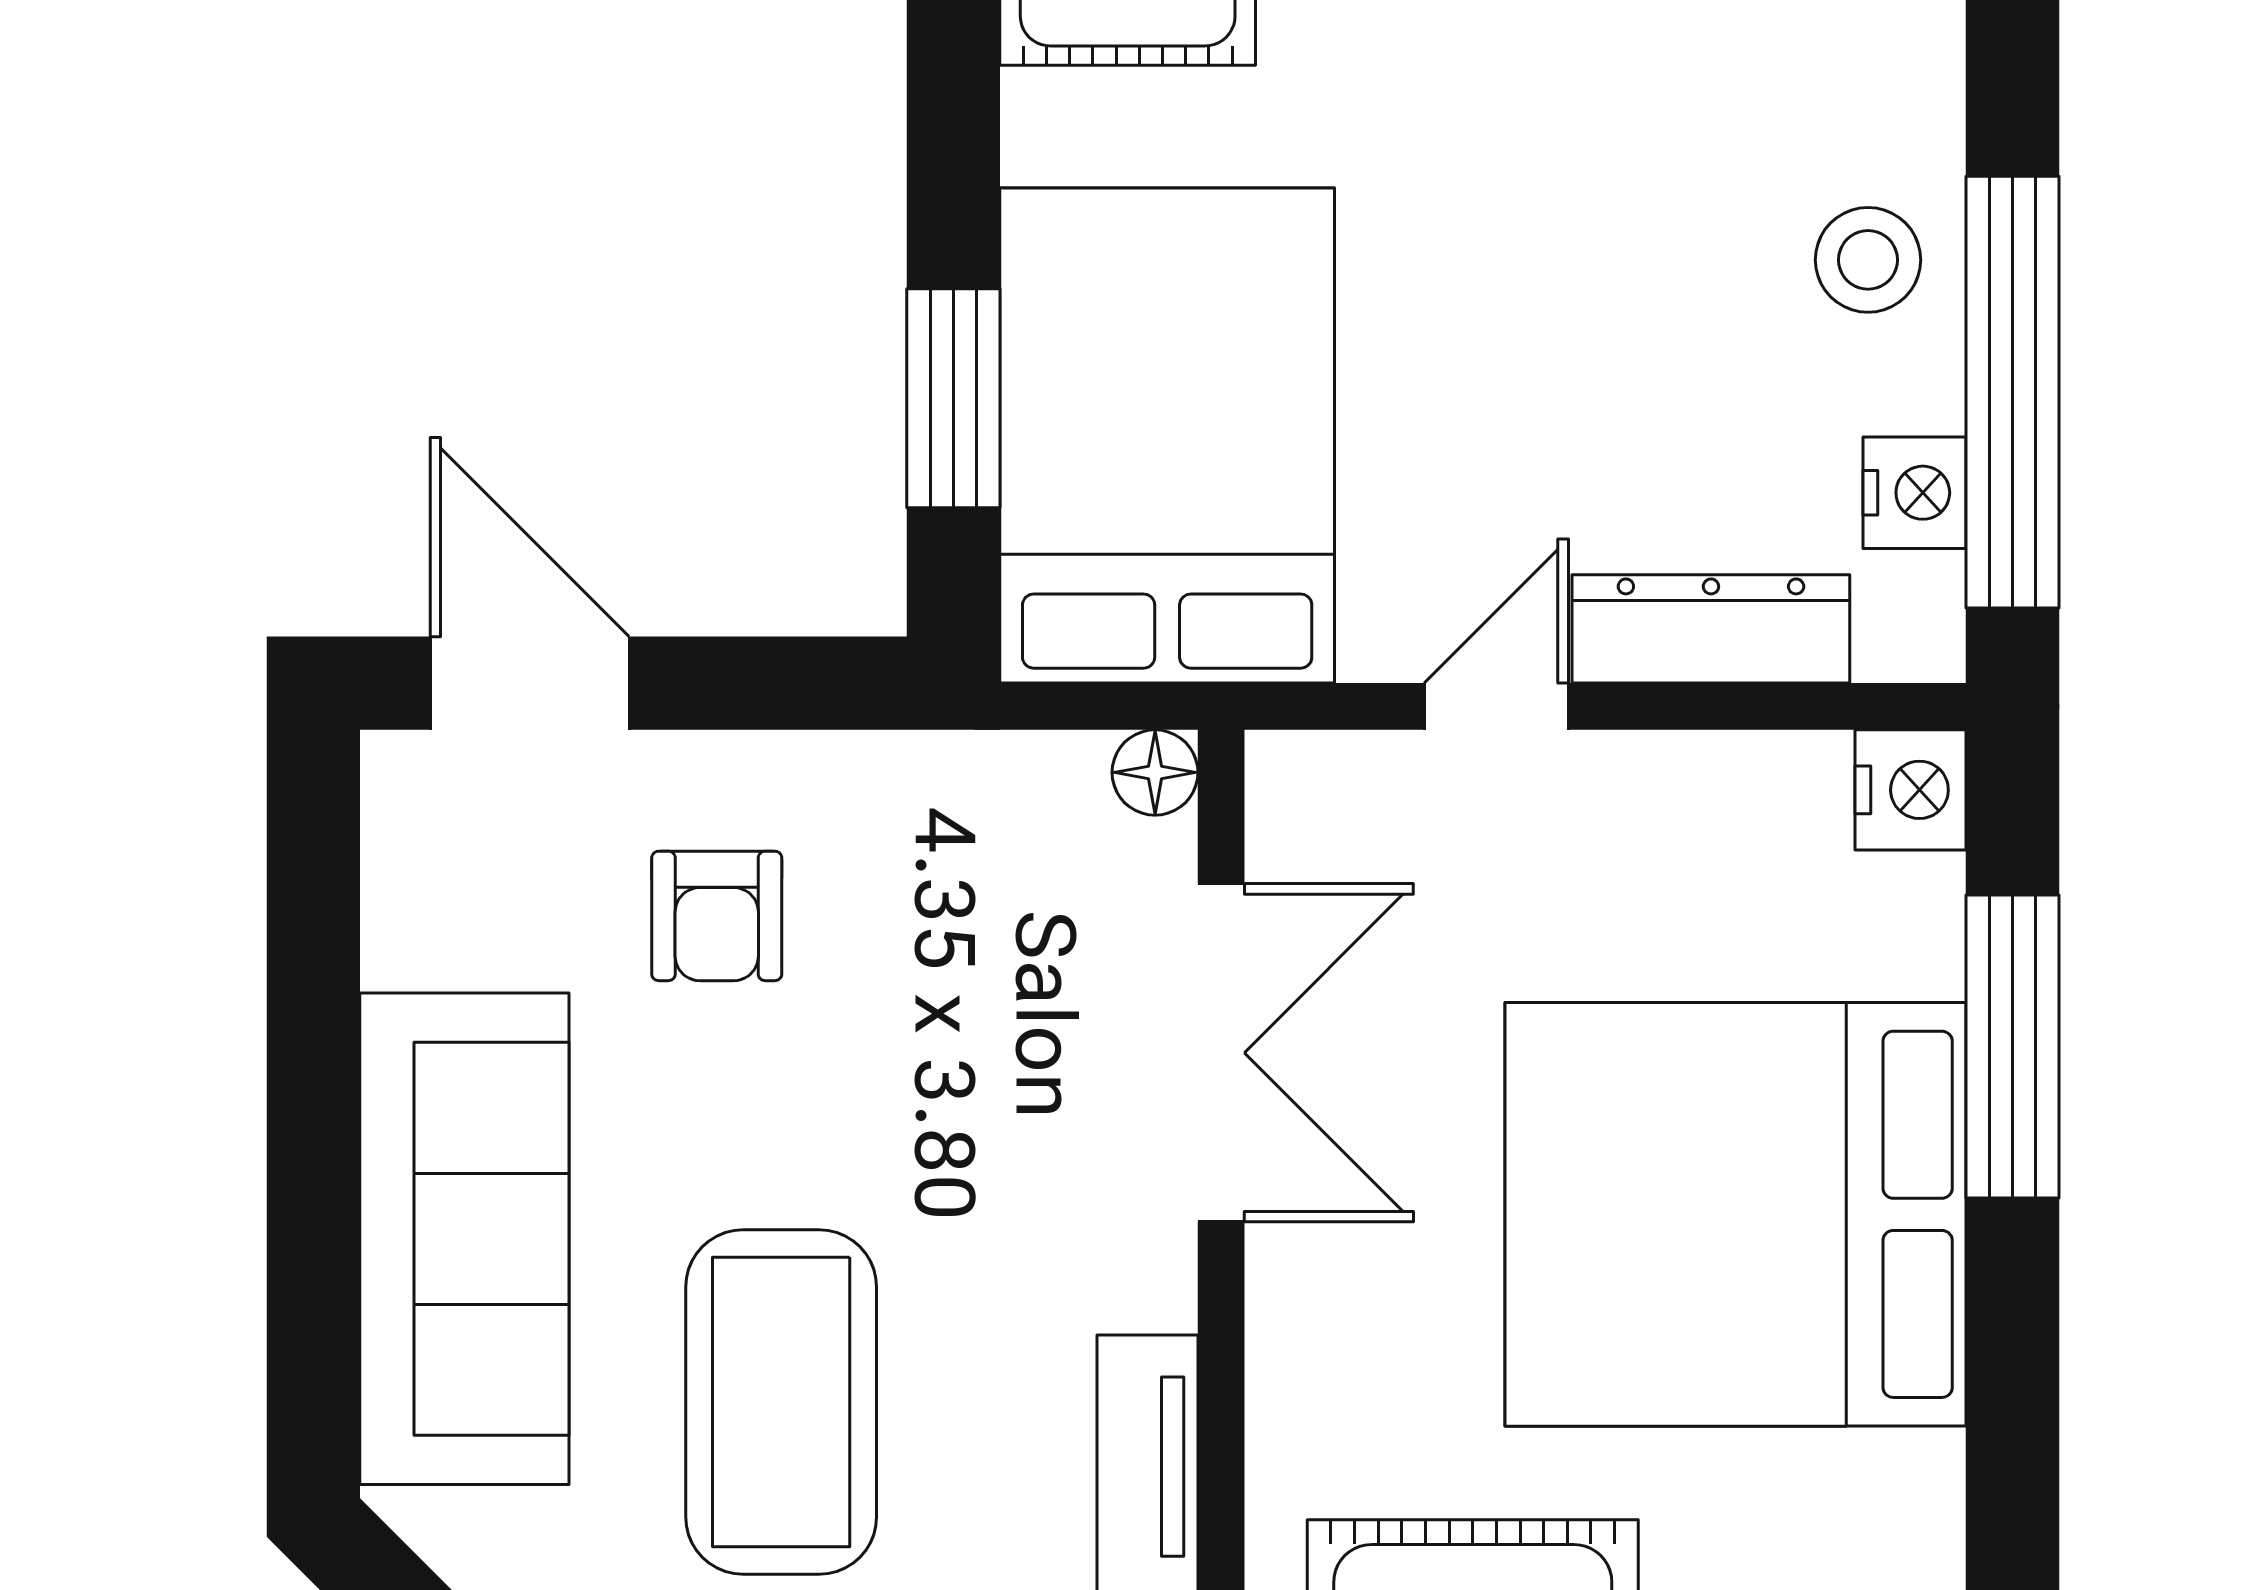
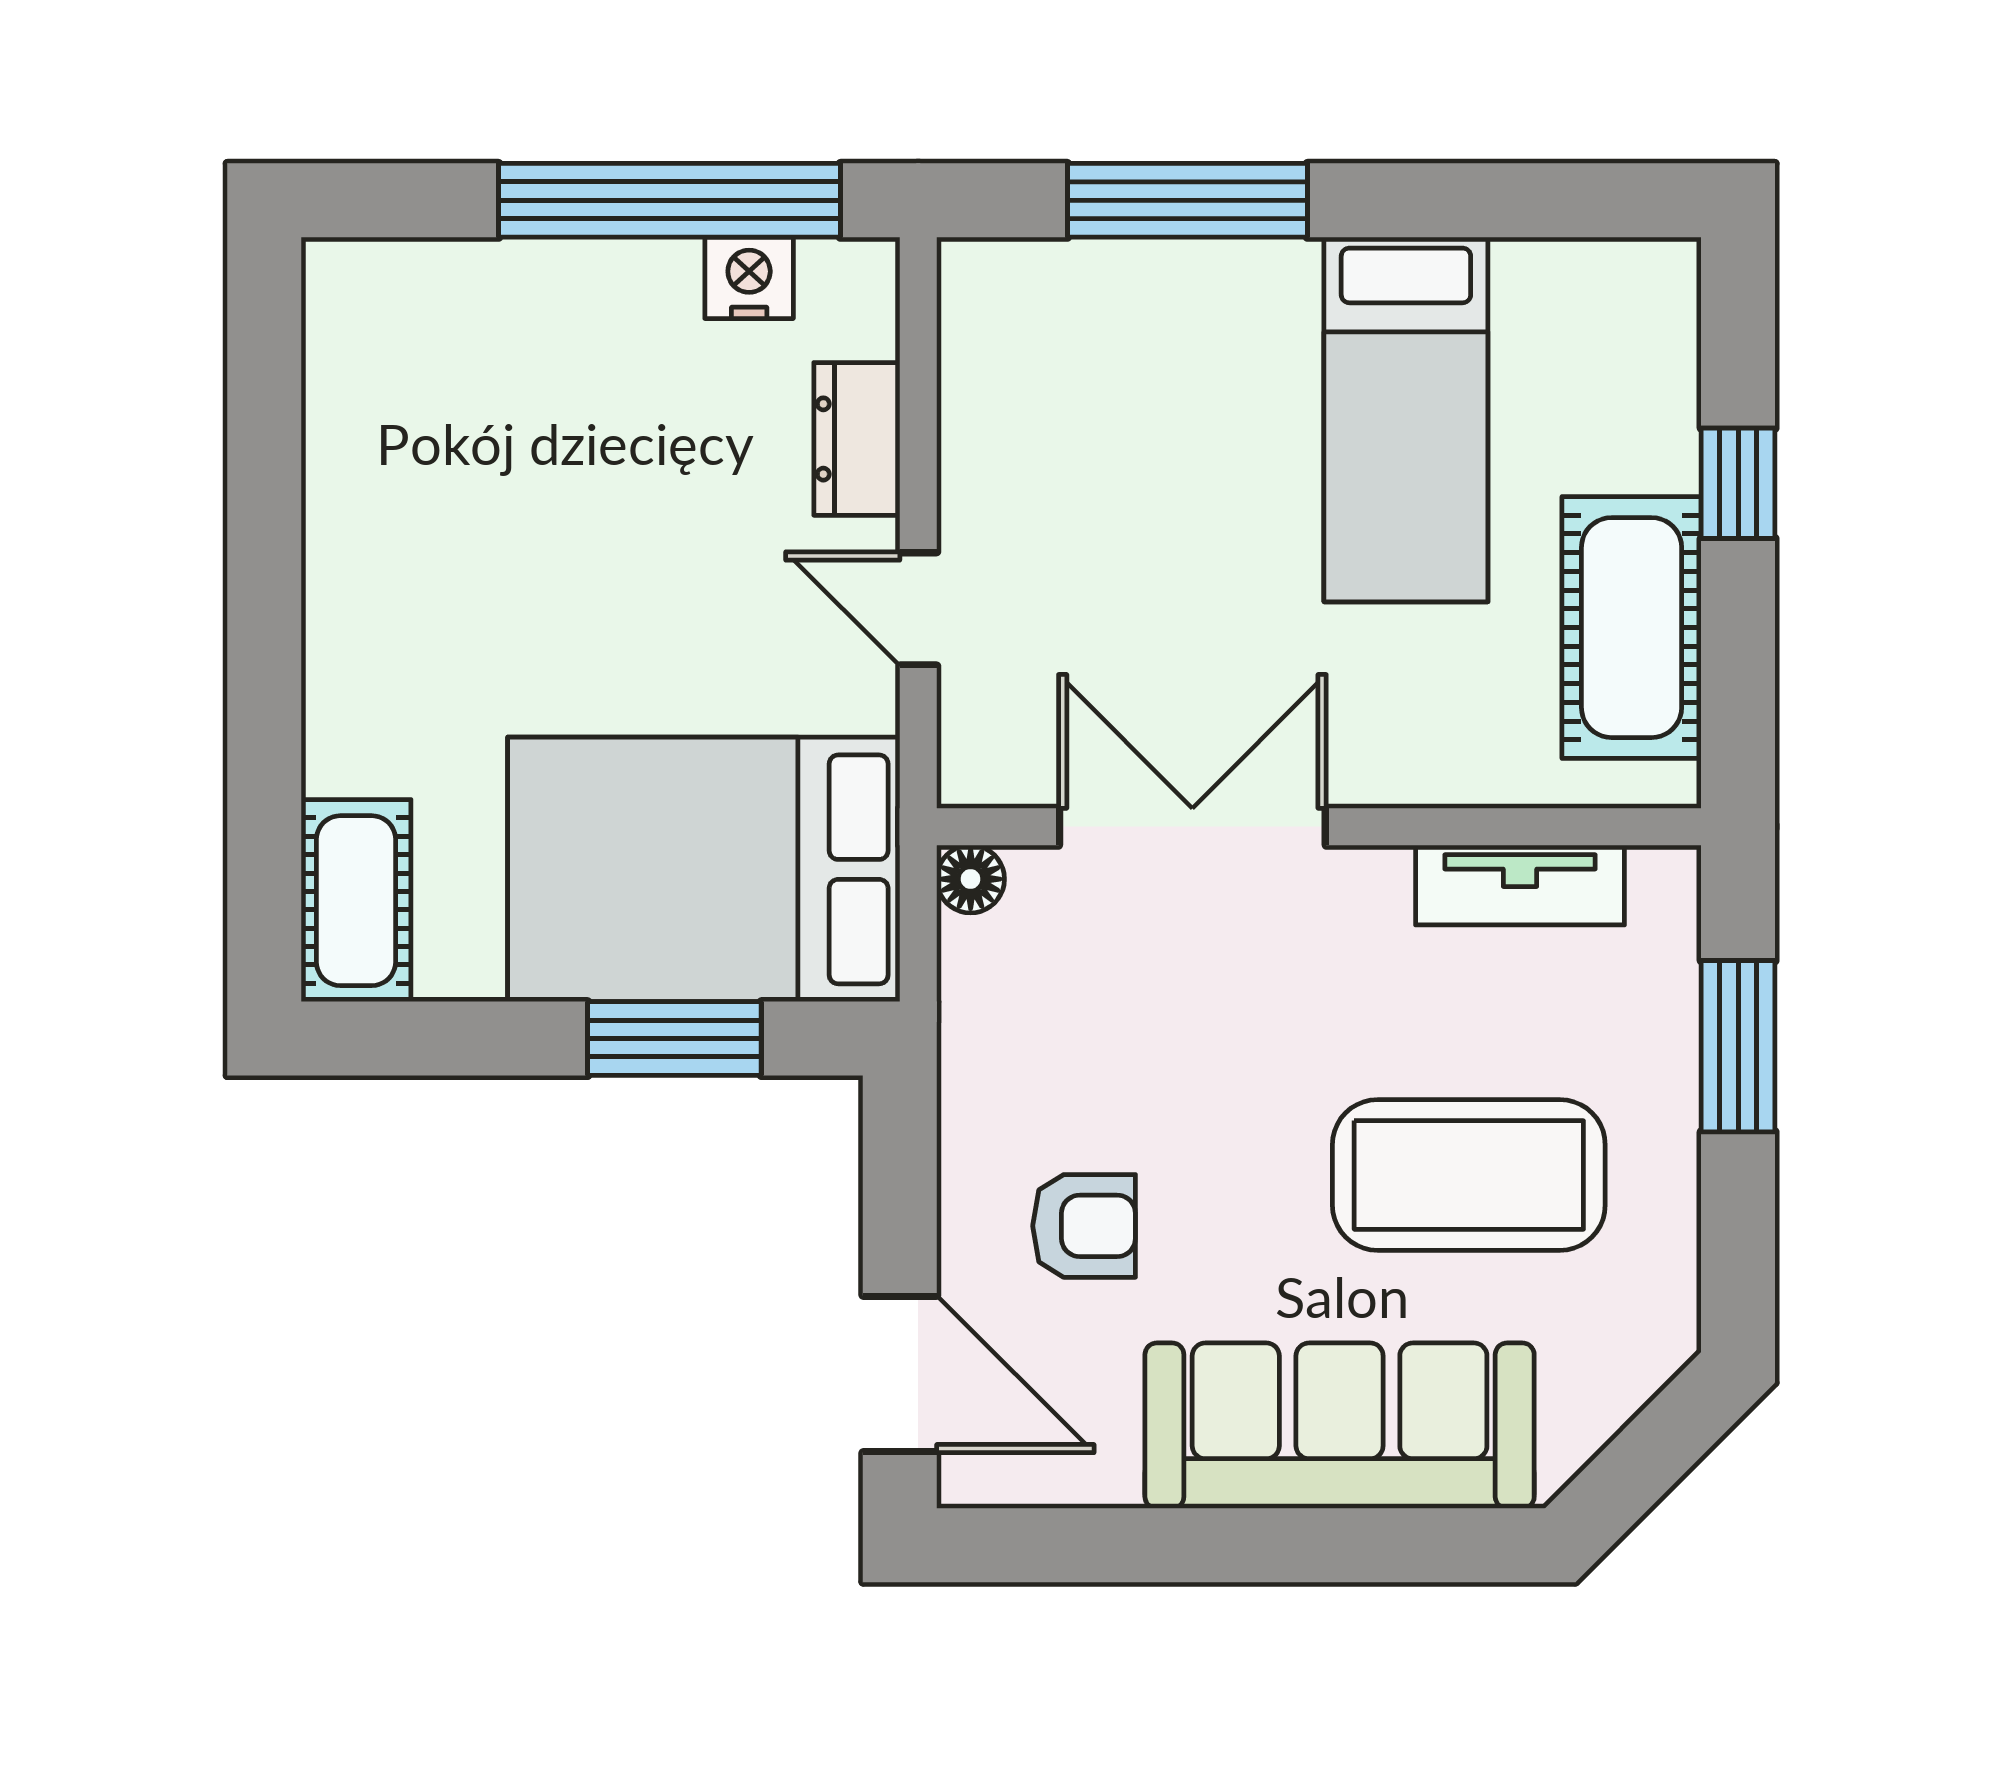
stool: (1868, 260) -> (565, 315), removed
dresser: (1711, 629) -> (857, 439), width x0.70
door: (530, 683) -> (900, 1374), swing flipped
nightstand: (1911, 790) -> (984, 281), removed
bed: (1736, 1214) -> (1406, 419), width x0.49

